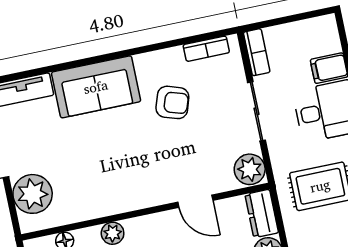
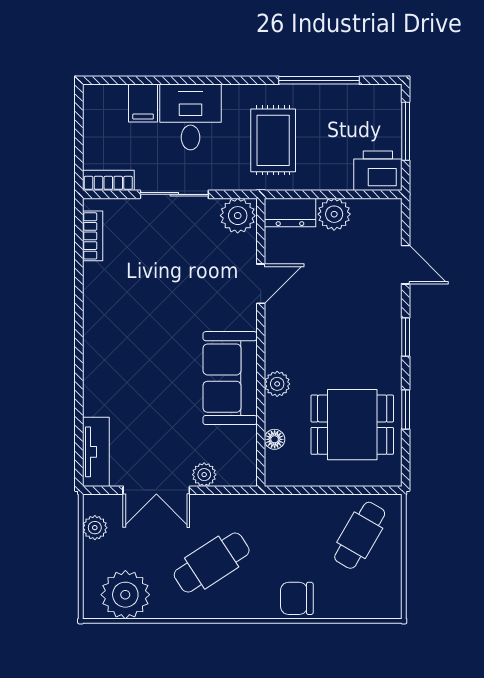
sofa: (96, 87) -> (230, 378), moved, turned 180
armchair: (172, 102) -> (145, 286), removed
plant: (33, 194) -> (204, 475), width x0.53, depth x0.53

